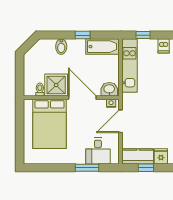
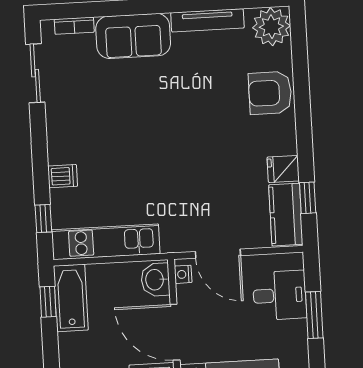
window: (83, 35) -> (48, 302), moved
door: (82, 98) -> (175, 332), hinge flipped

